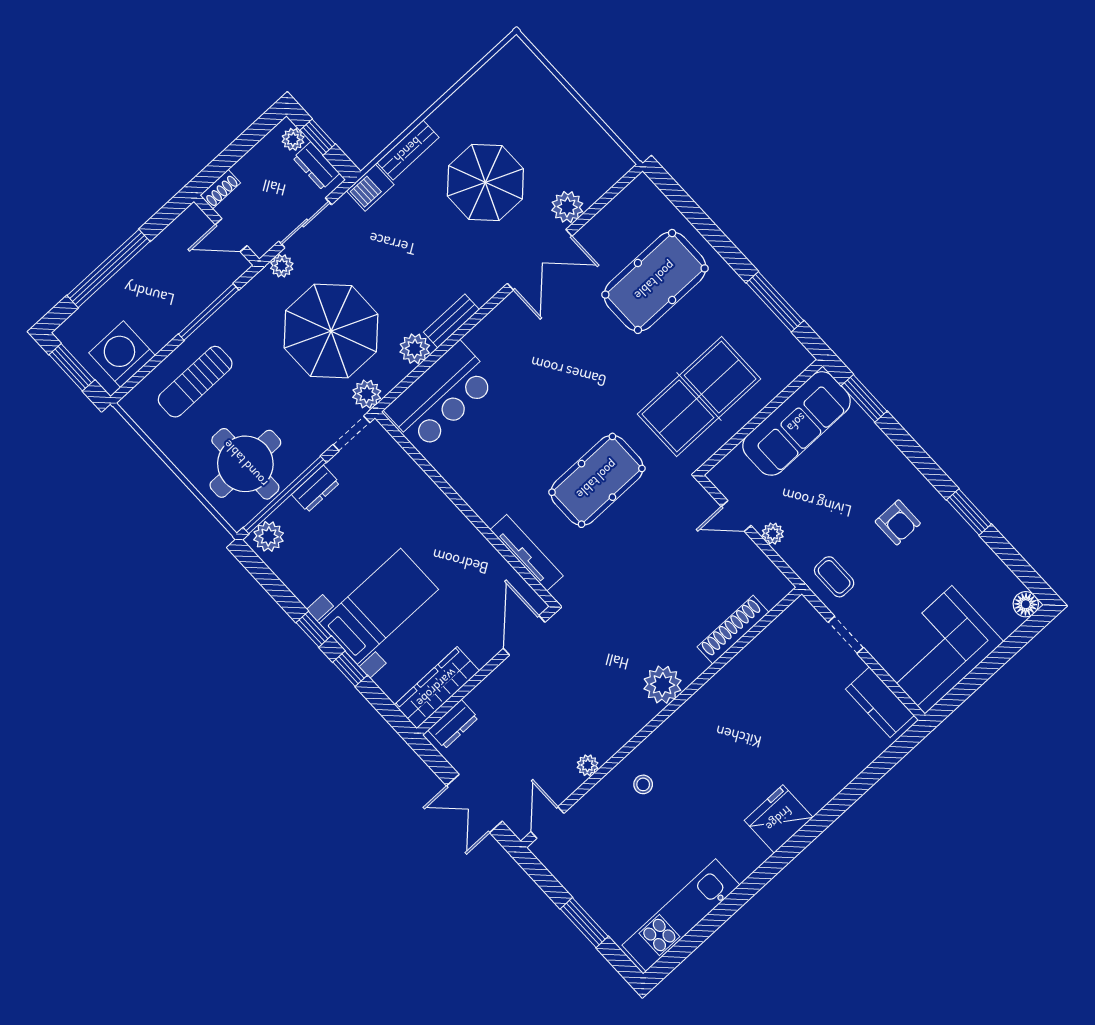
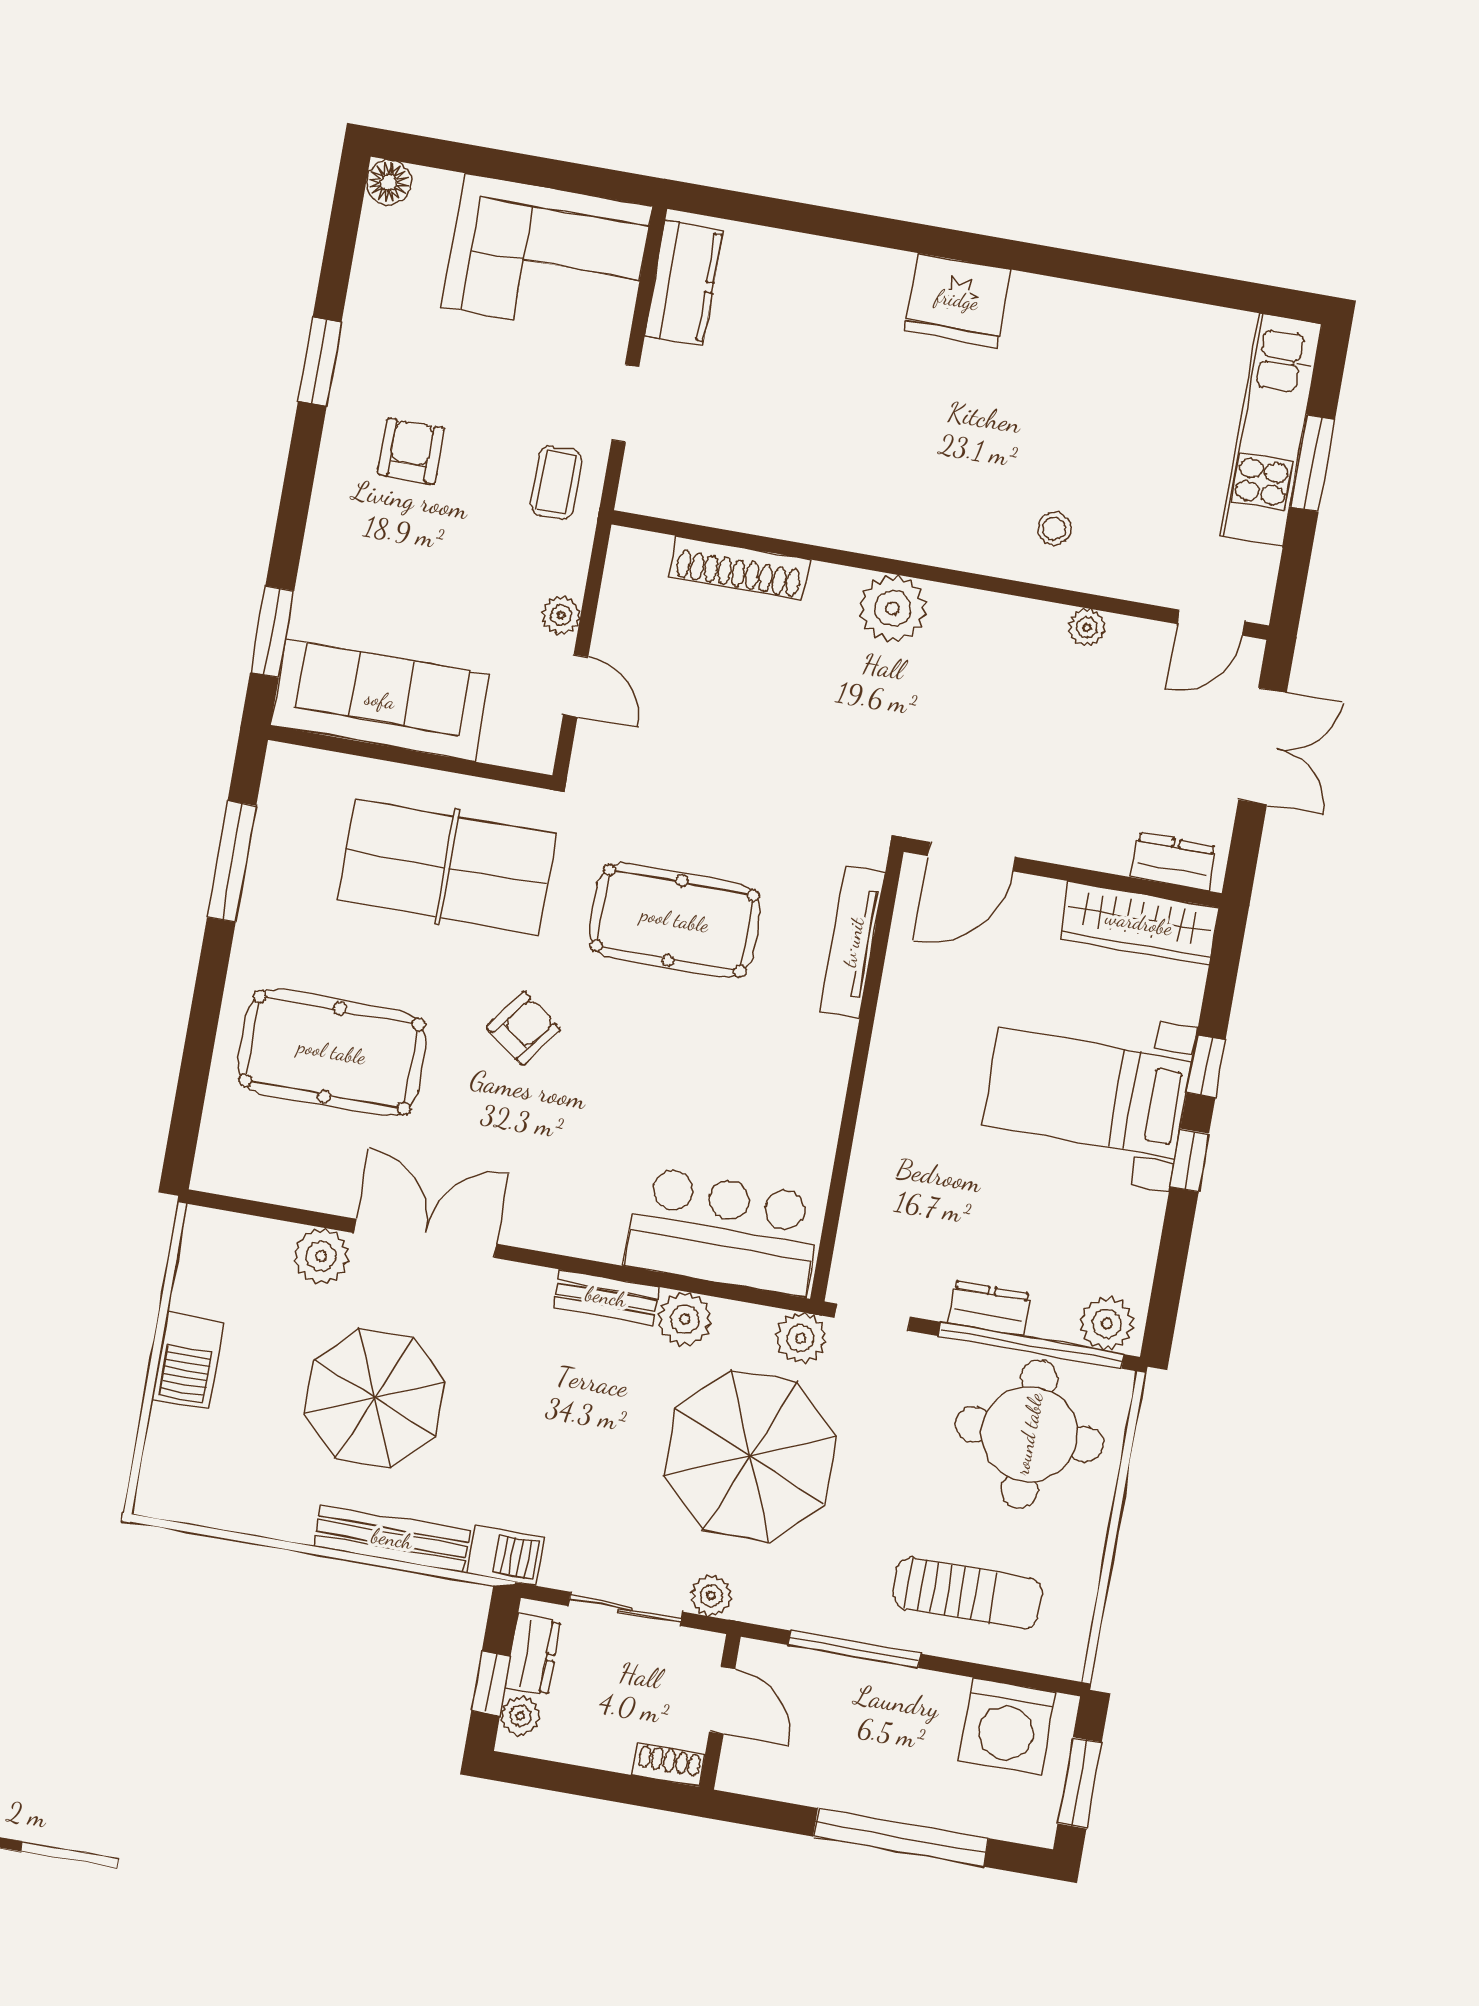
barbecue: (566, 112) -> (188, 1361), added
bench: (408, 150) -> (392, 1539), width x1.36
armchair: (600, 376) -> (523, 1028), added
kitchen unit: (681, 915) -> (1271, 430), moved, turned 90

